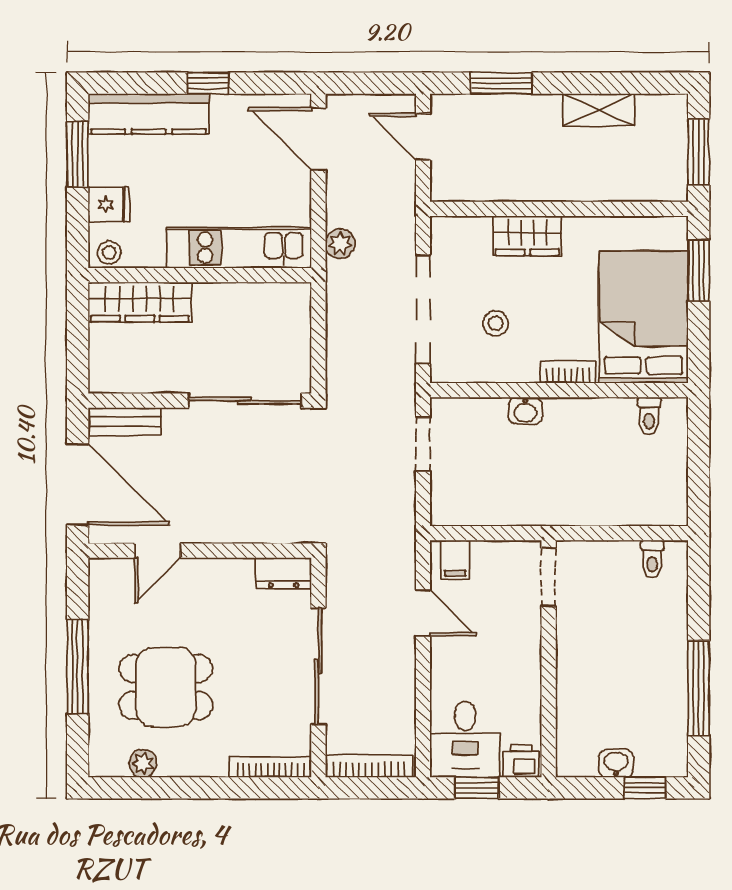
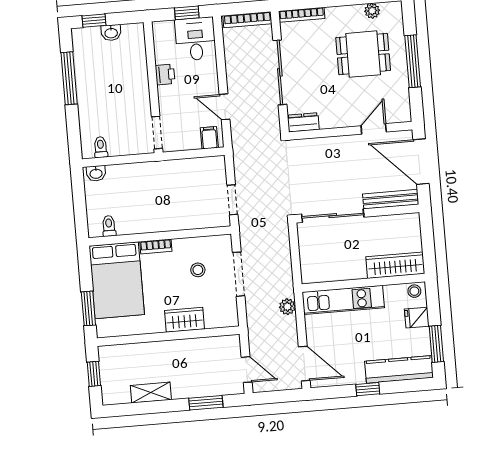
window: (699, 152) -> (94, 374), width x0.67
doorway: (423, 309) -> (239, 274), width x0.73
washbasin: (525, 411) -> (96, 173), moved, turned 180
bench: (125, 422) -> (391, 199), width x1.36
printer: (521, 761) -> (165, 74), moved, turned -90

